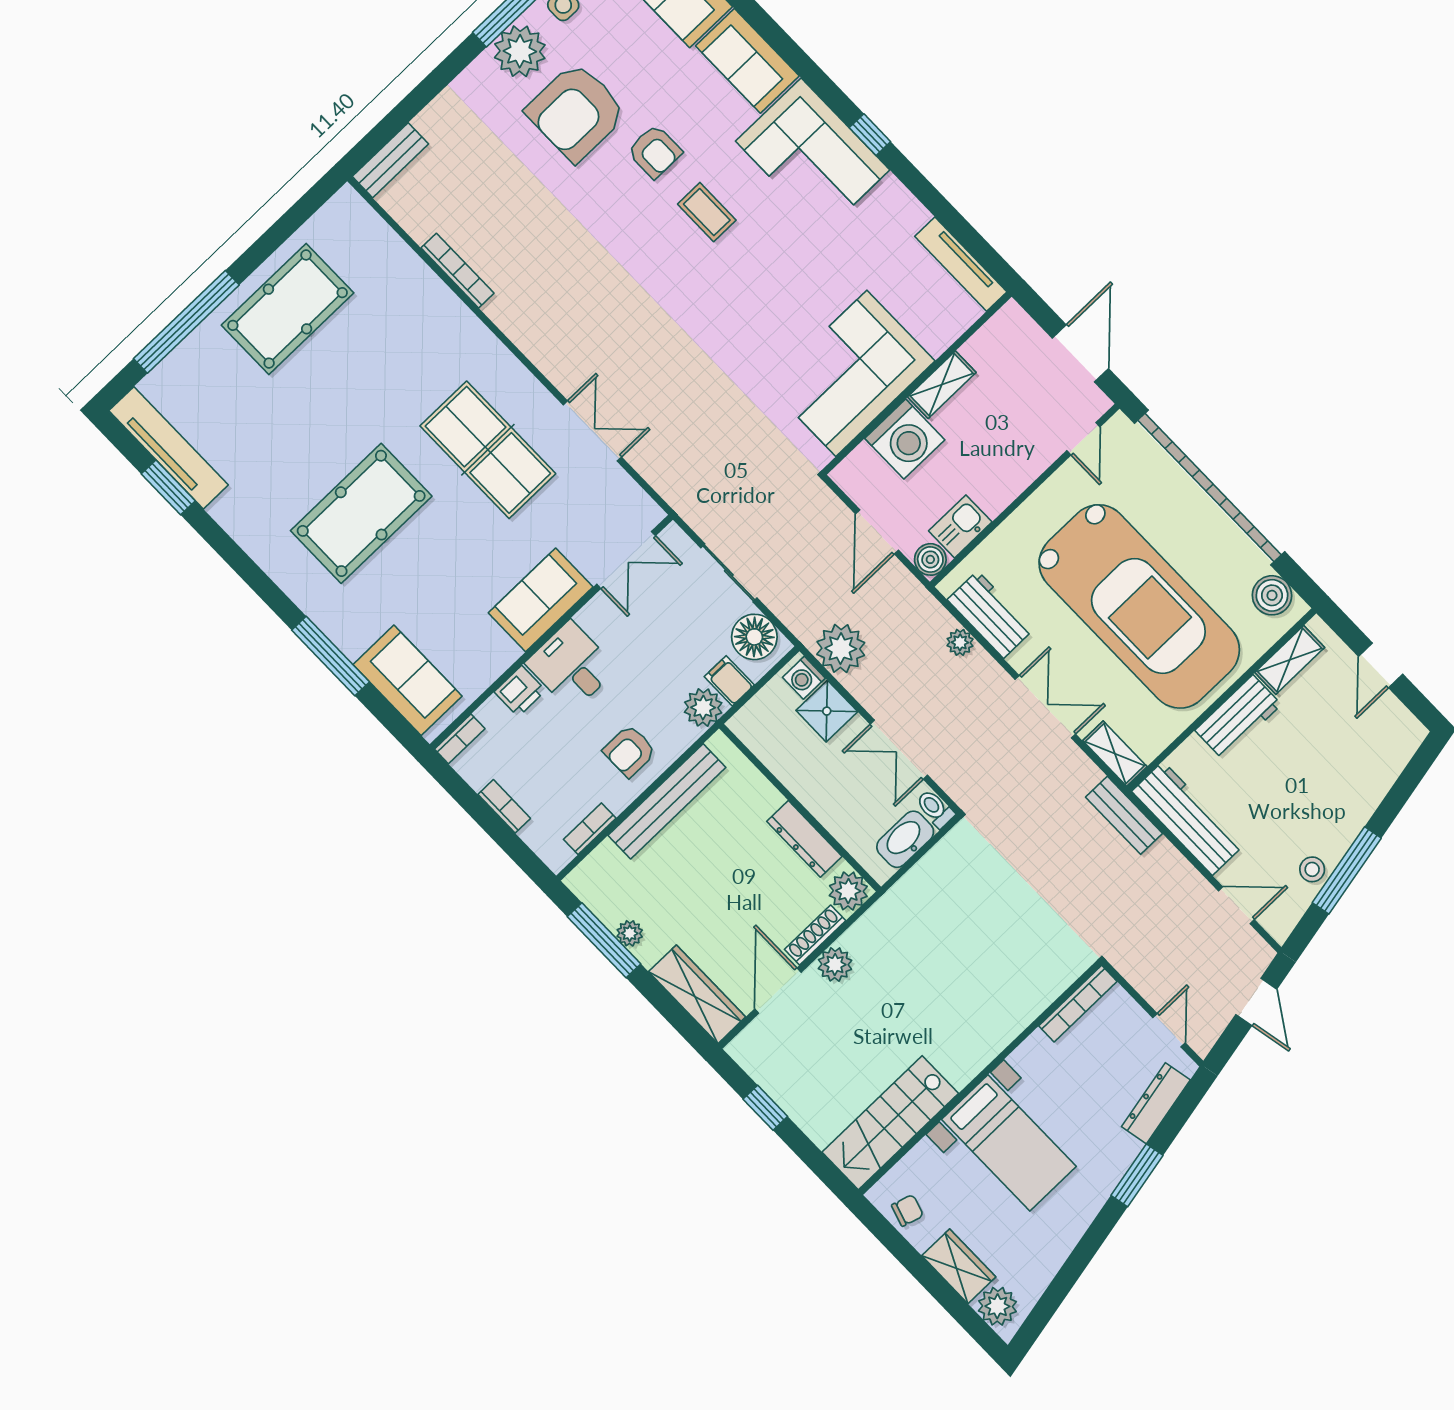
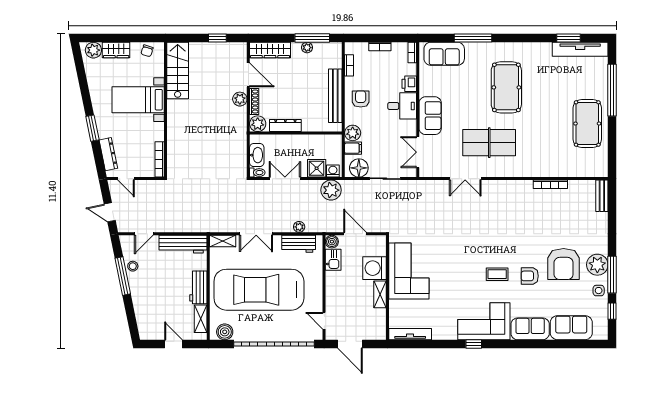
armchair: (576, 112) -> (564, 264), turned 180
bench: (1124, 815) -> (202, 226), removed

